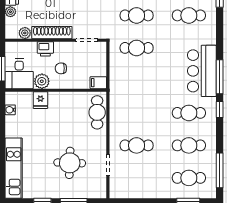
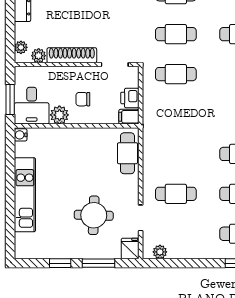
plant: (10, 12) -> (21, 47), moved
printer: (45, 49) -> (130, 98), moved, turned 90
fridge: (40, 100) -> (130, 248), moved, turned 180
water cooler: (10, 110) -> (21, 135), moved
kitchen unit: (14, 168) -> (25, 195), moved
plant: (124, 193) -> (160, 252), added

